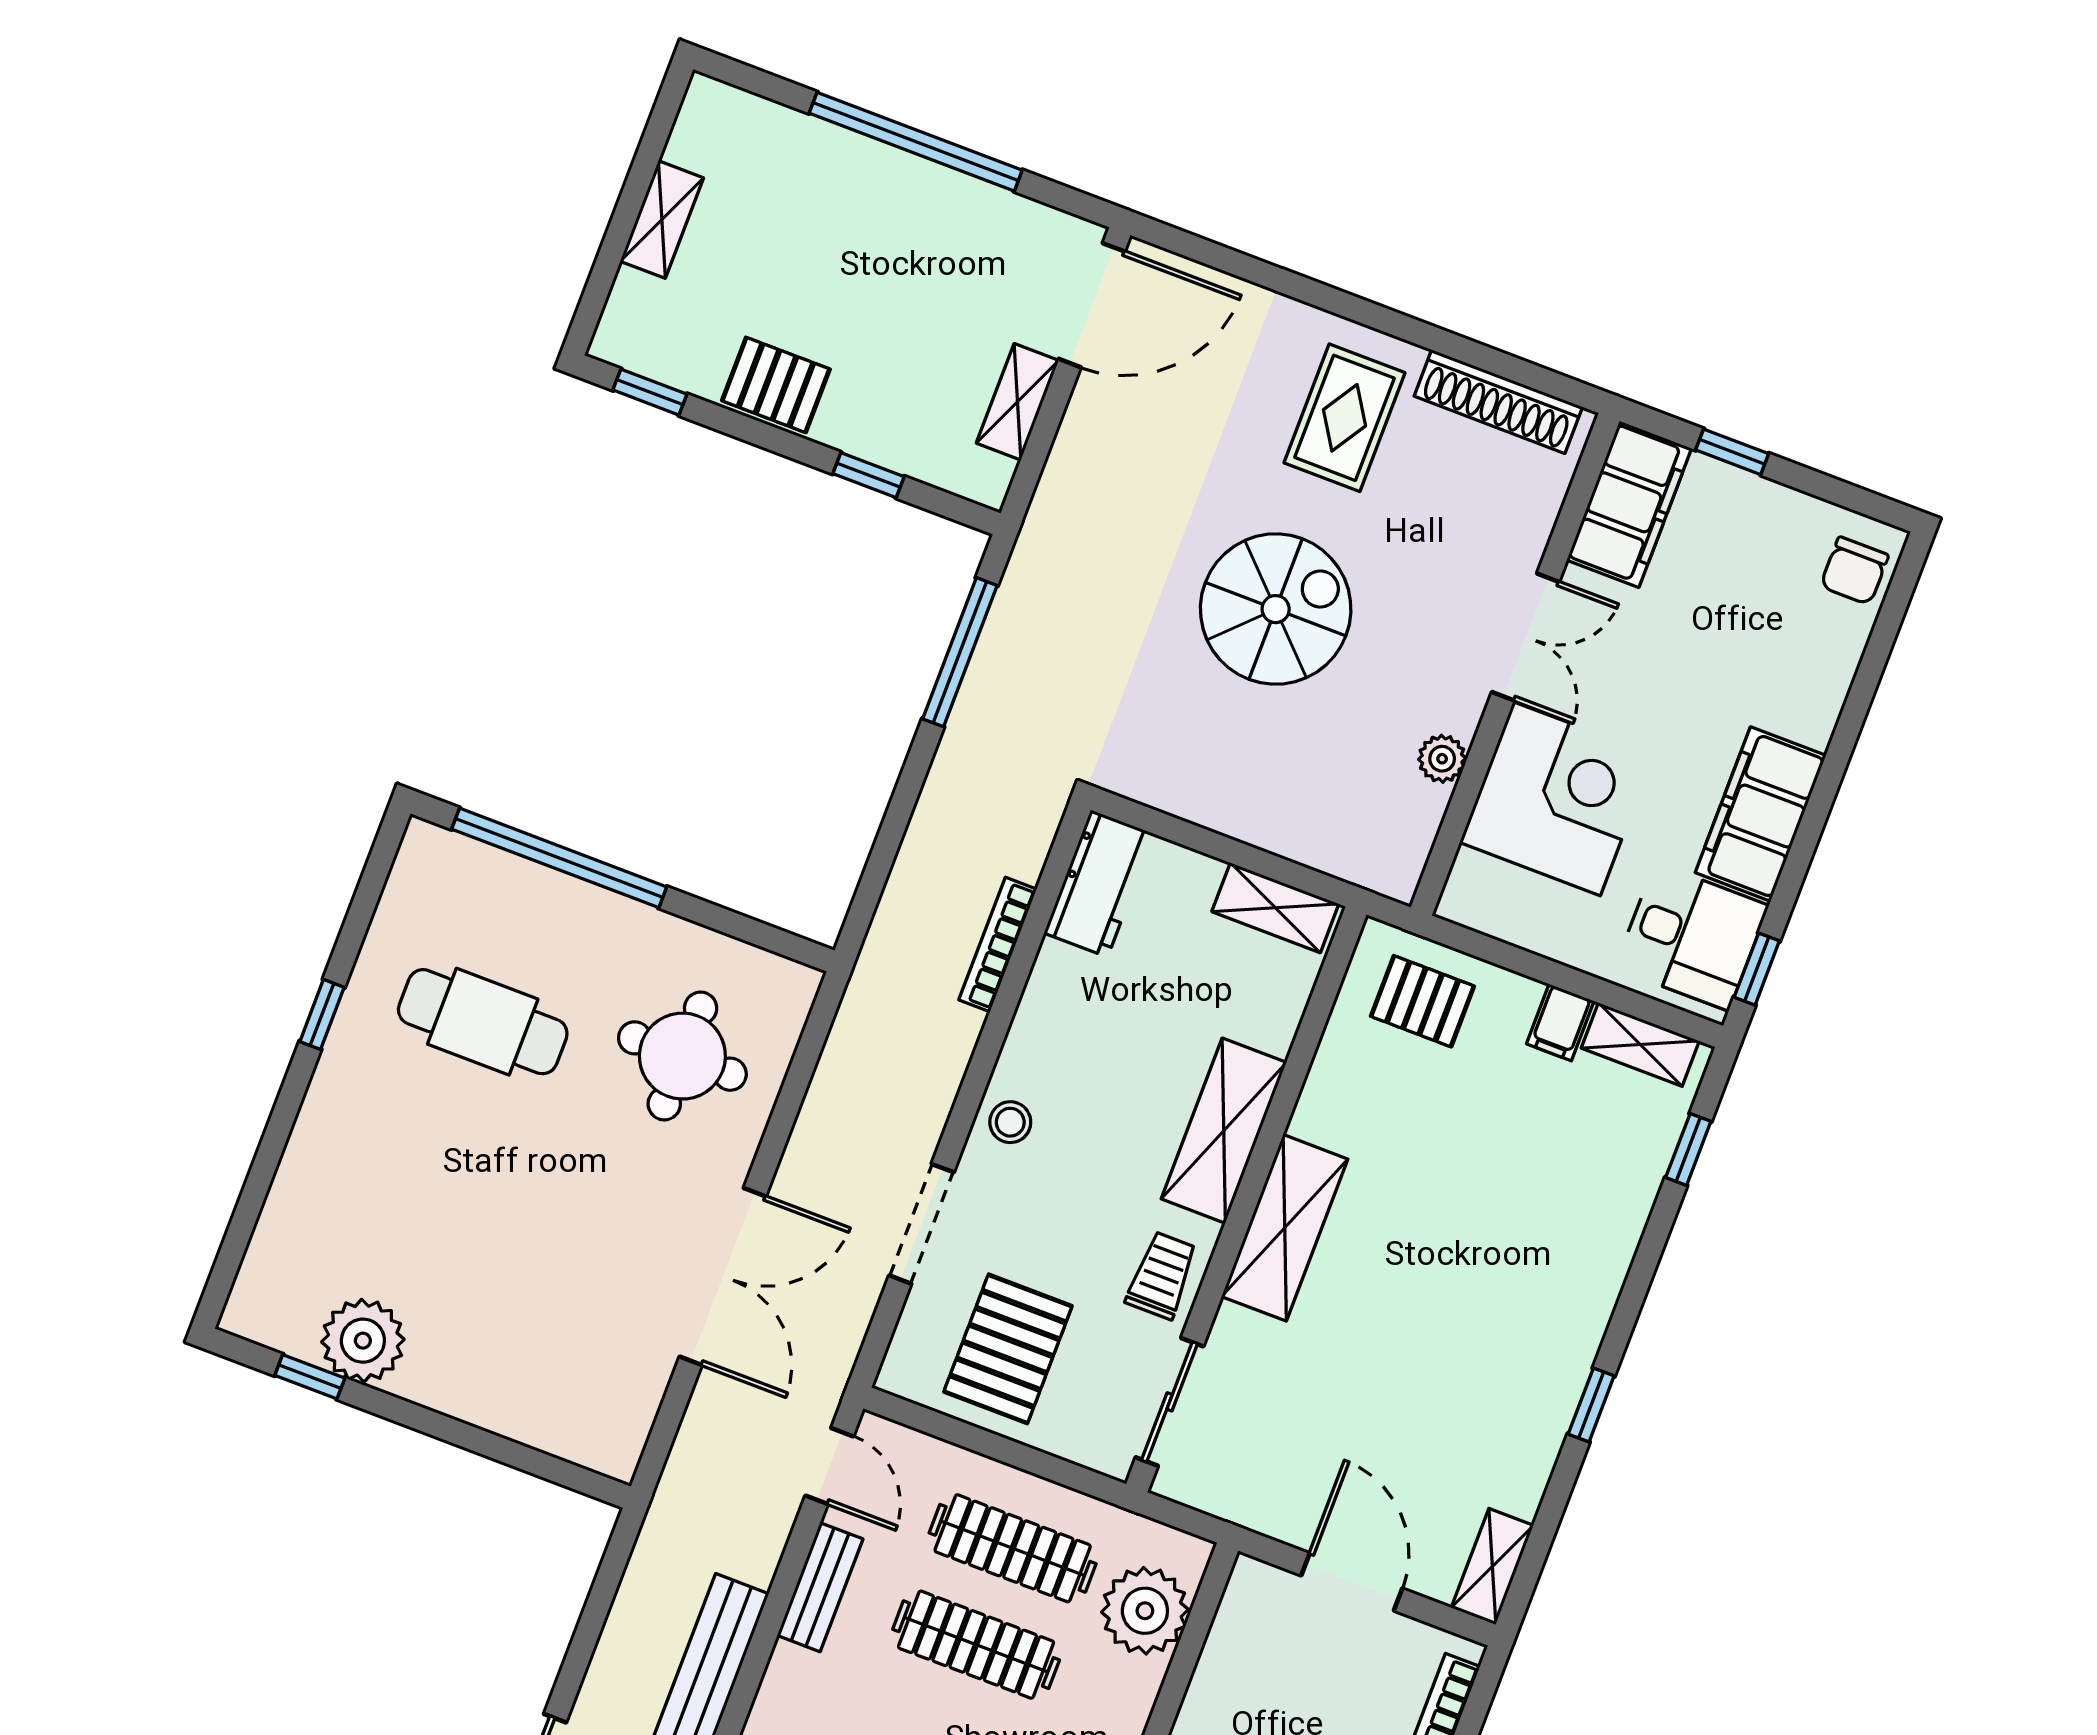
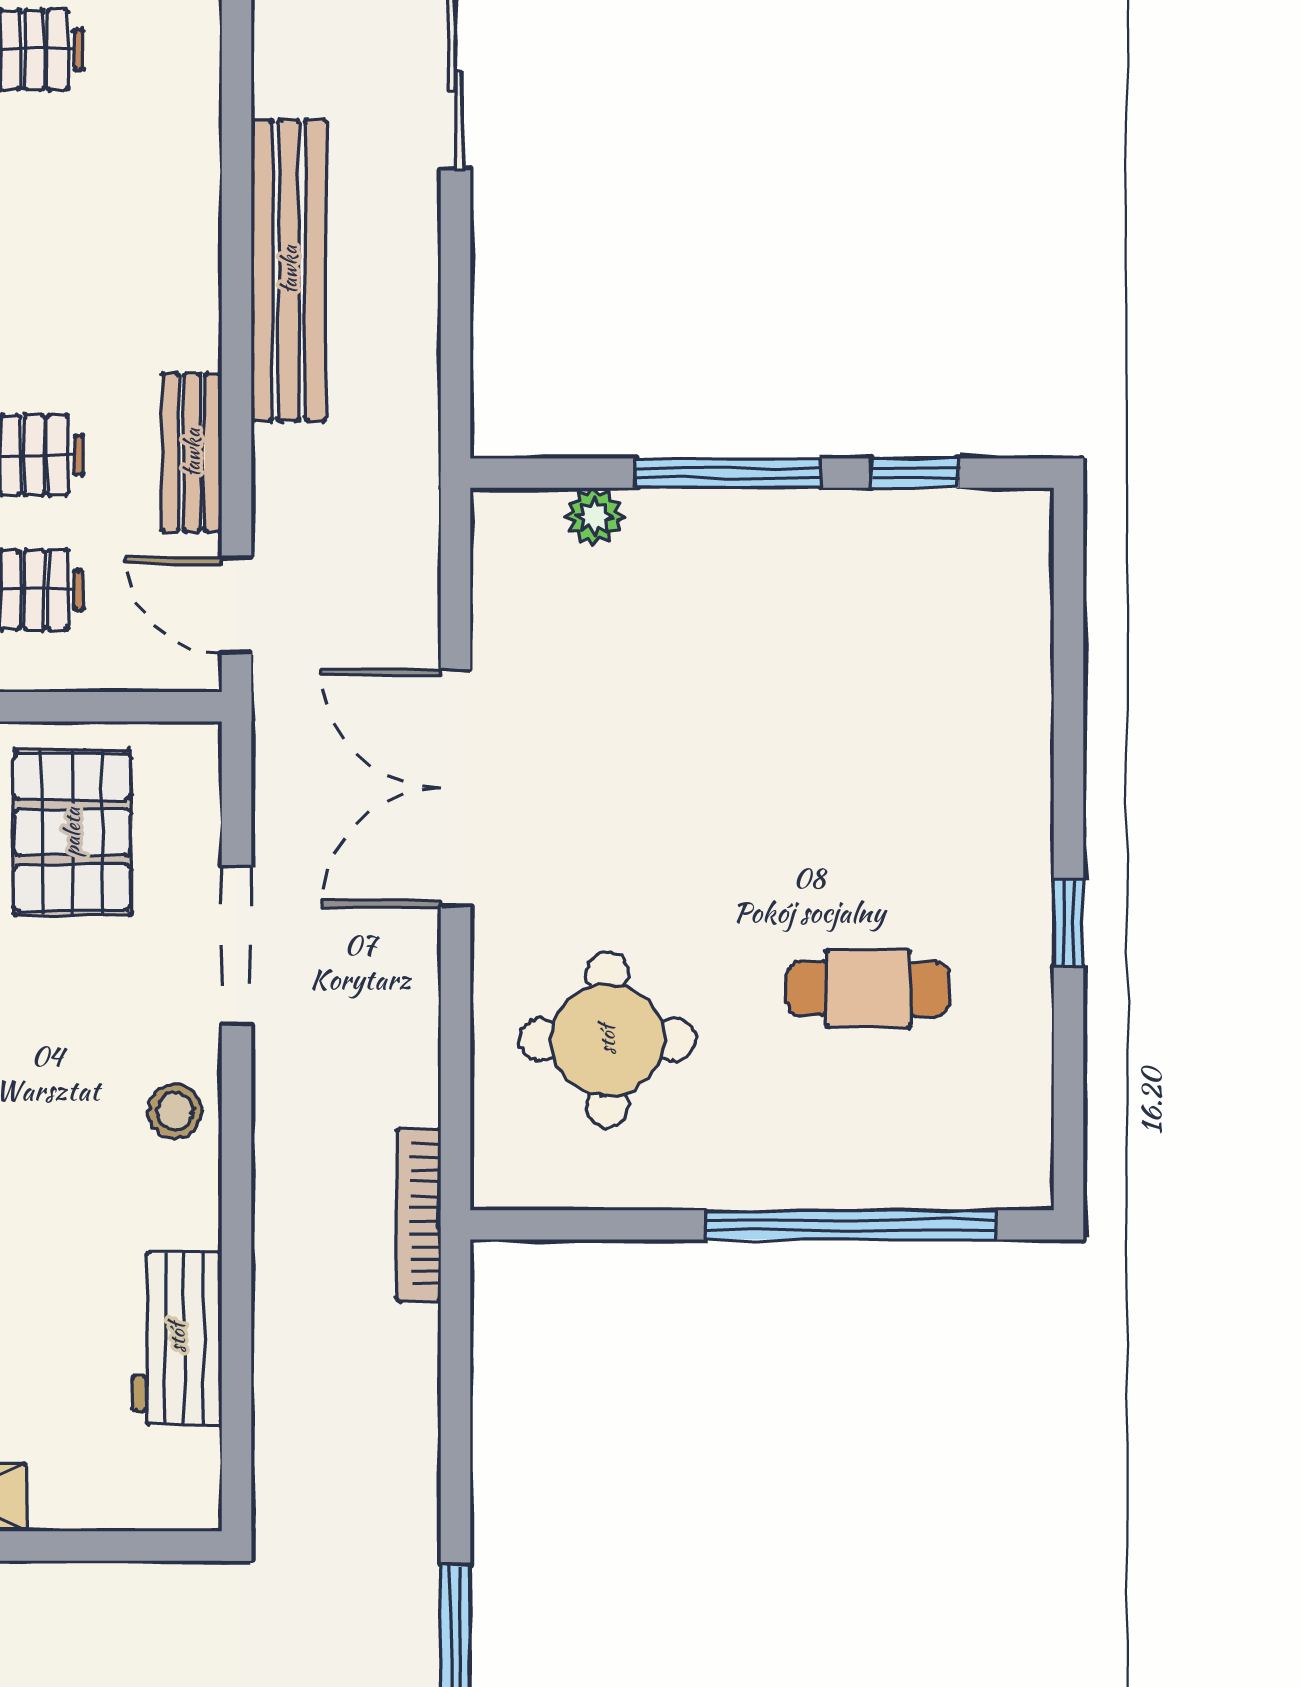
workbench: (1099, 883) -> (177, 1338), moved
bookcase: (998, 945) -> (419, 1215), moved, turned 180
cafe table: (483, 1022) -> (868, 989), width x0.73, depth x0.74
plant: (363, 1341) -> (594, 517), moved, width x0.53, depth x0.53
window: (443, 1427) -> (728, 473), added

